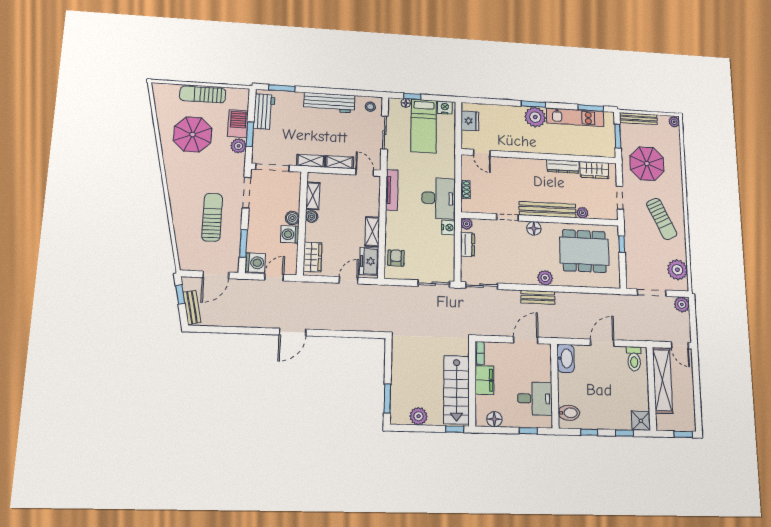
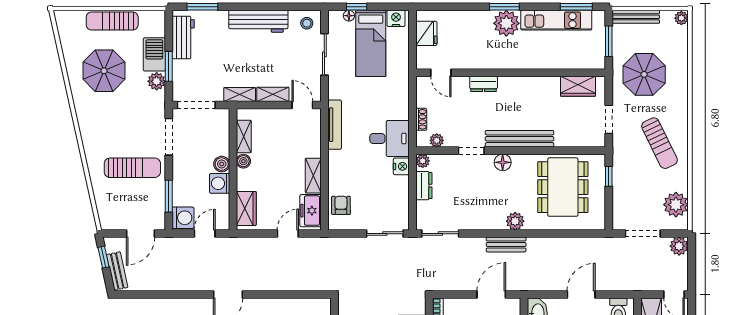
dresser: (563, 166) -> (484, 84), moved, width x0.70
desk: (439, 198) -> (389, 138), width x0.73
plant: (582, 213) -> (437, 140), moved
sun lounger: (212, 217) -> (132, 168), turned 90
dining table: (584, 251) -> (563, 187), turned 90

